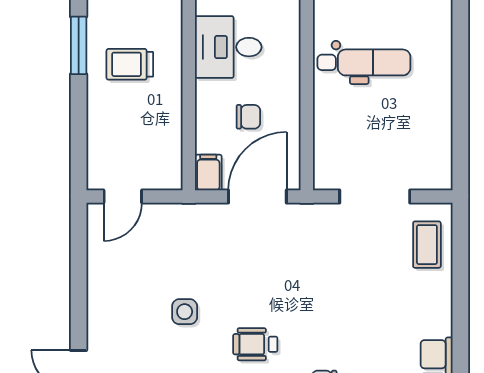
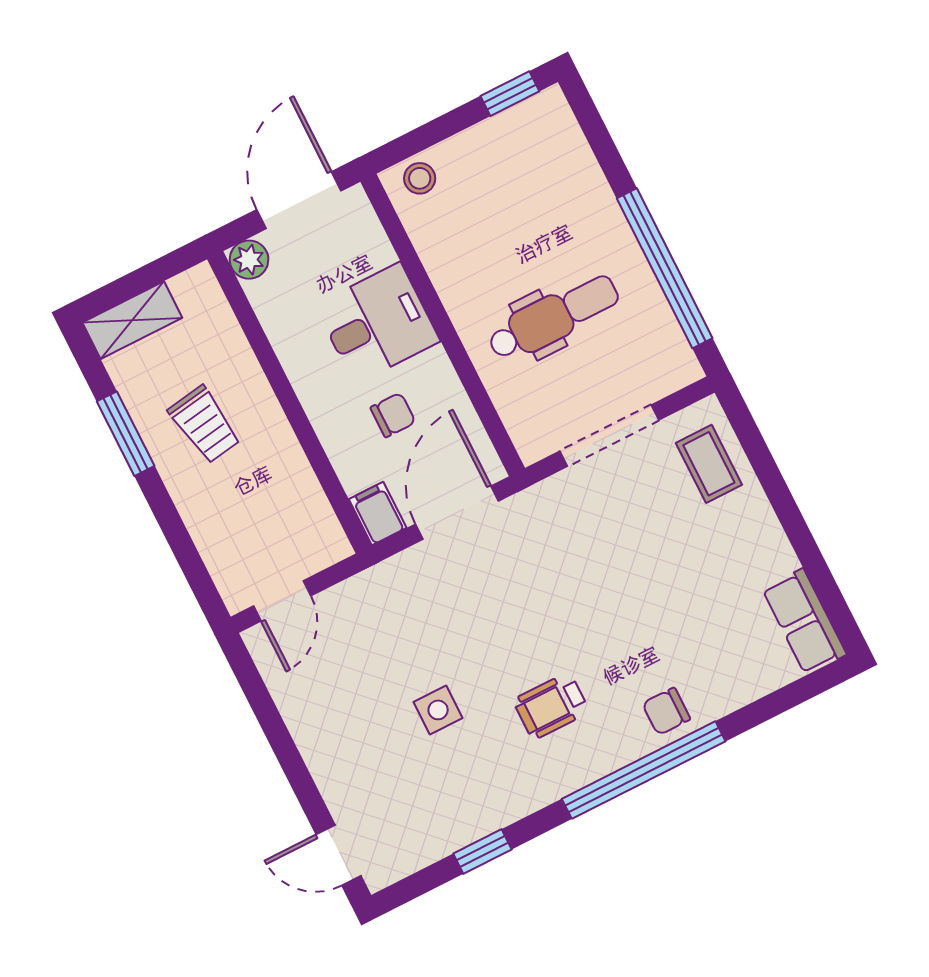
desk: (228, 47) -> (377, 323), moved, turned 180
dental chair: (364, 62) -> (553, 318), moved
trolley: (130, 64) -> (205, 425), turned -99
window: (460, 111) -> (665, 268), added

